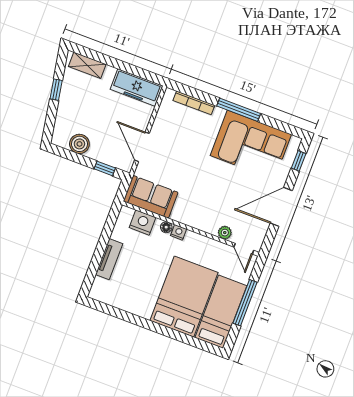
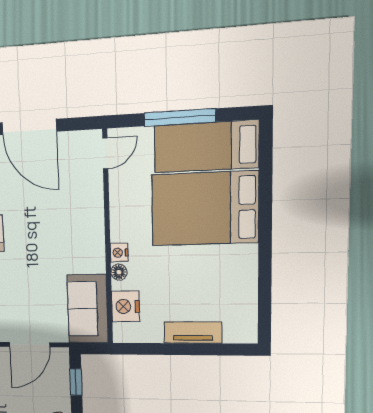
plant: (225, 233) -> (94, 189), removed

